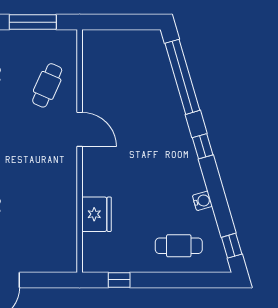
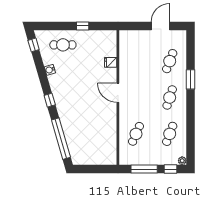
door: (80, 129) -> (118, 93), moved
fridge: (97, 214) -> (111, 62), width x0.53, depth x0.75
window: (119, 280) -> (83, 26), moved

